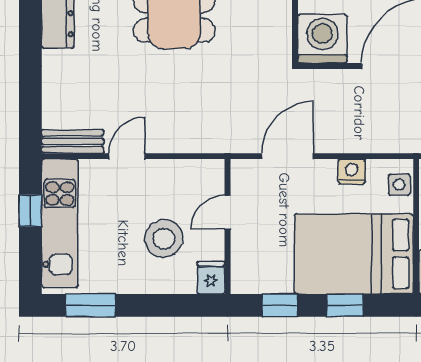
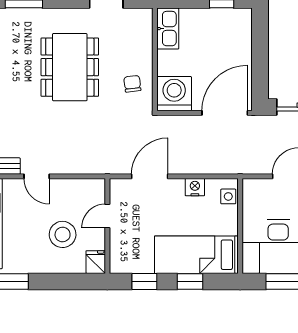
chair: (263, 24) -> (132, 84), added
door: (127, 156) -> (37, 176), swing flipped
bed: (354, 254) -> (196, 255), width x0.67

